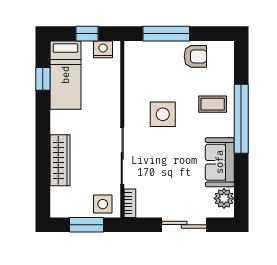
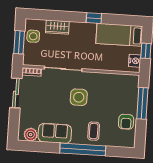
window: (43, 79) -> (94, 18), moved
side table: (163, 114) -> (79, 97), moved
wardrobe: (60, 160) -> (57, 27), width x0.67
side table: (103, 204) -> (33, 36), moved
sliding door: (184, 225) -> (16, 93), moved

